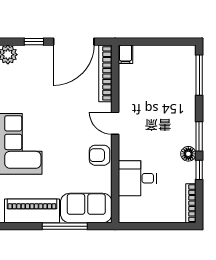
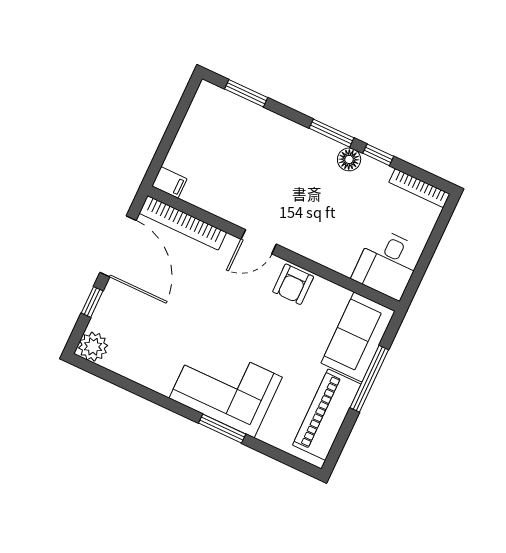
window: (199, 75) -> (246, 93), width x0.69
desk: (137, 178) -> (387, 264), moved

